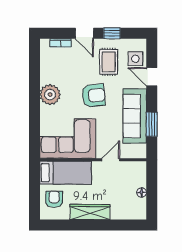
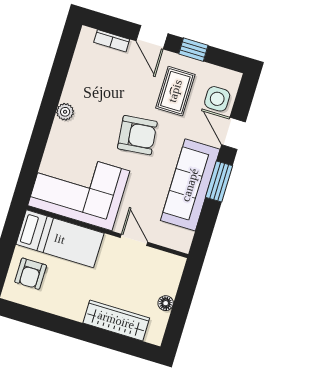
plant: (50, 95) -> (65, 112), width x0.53, depth x0.53
window: (152, 124) -> (219, 181), moved
door: (111, 160) -> (134, 240), hinge flipped
armchair: (54, 199) -> (31, 274), turned 180
wardrobe: (90, 212) -> (116, 320), moved

